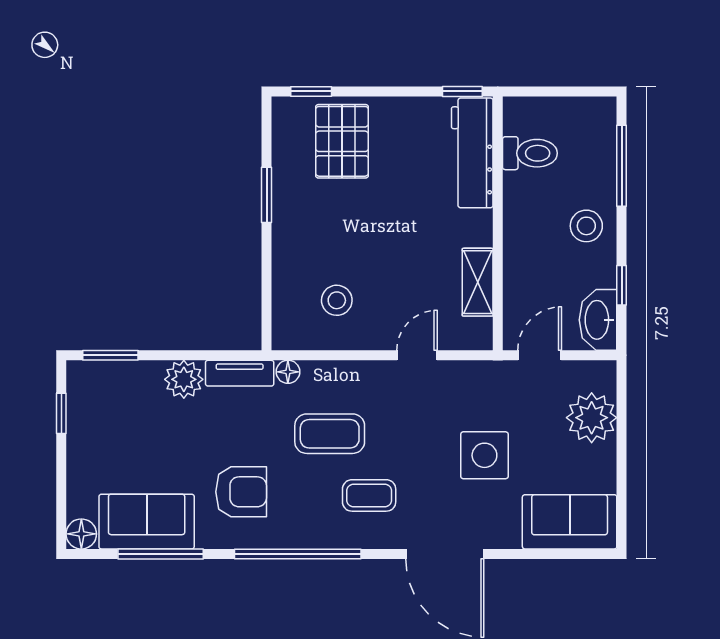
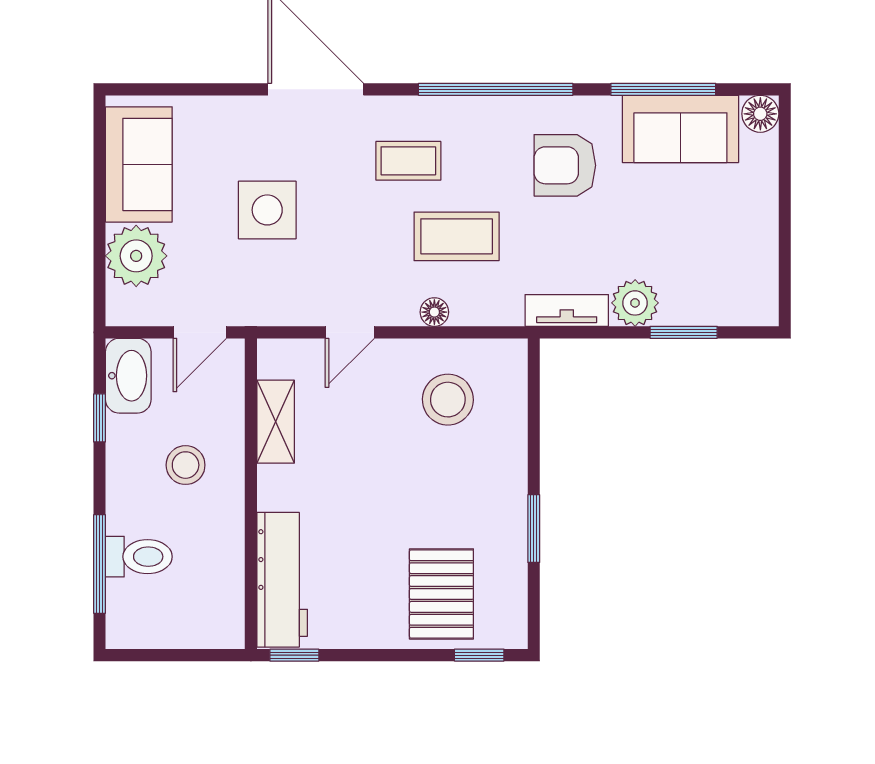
toilet: (530, 153) -> (139, 557), moved, turned 180
stool: (586, 226) -> (186, 465), moved
stool: (337, 300) -> (448, 400), width x1.38, depth x1.38
window: (110, 355) -> (684, 332), moved
floor lamp: (288, 372) -> (434, 312), moved
window: (61, 413) -> (785, 261), removed
sofa: (570, 522) -> (139, 164), moved, turned -90

